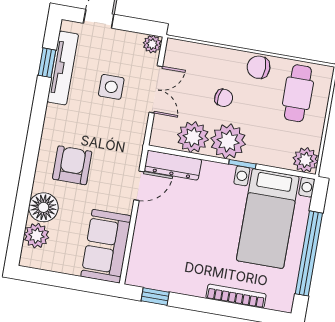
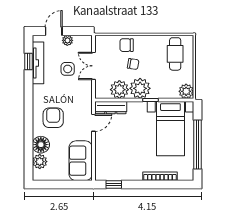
plant: (152, 44) -> (67, 40), moved
chair: (259, 67) -> (127, 45), moved
double door: (156, 89) -> (93, 66), swing flipped

